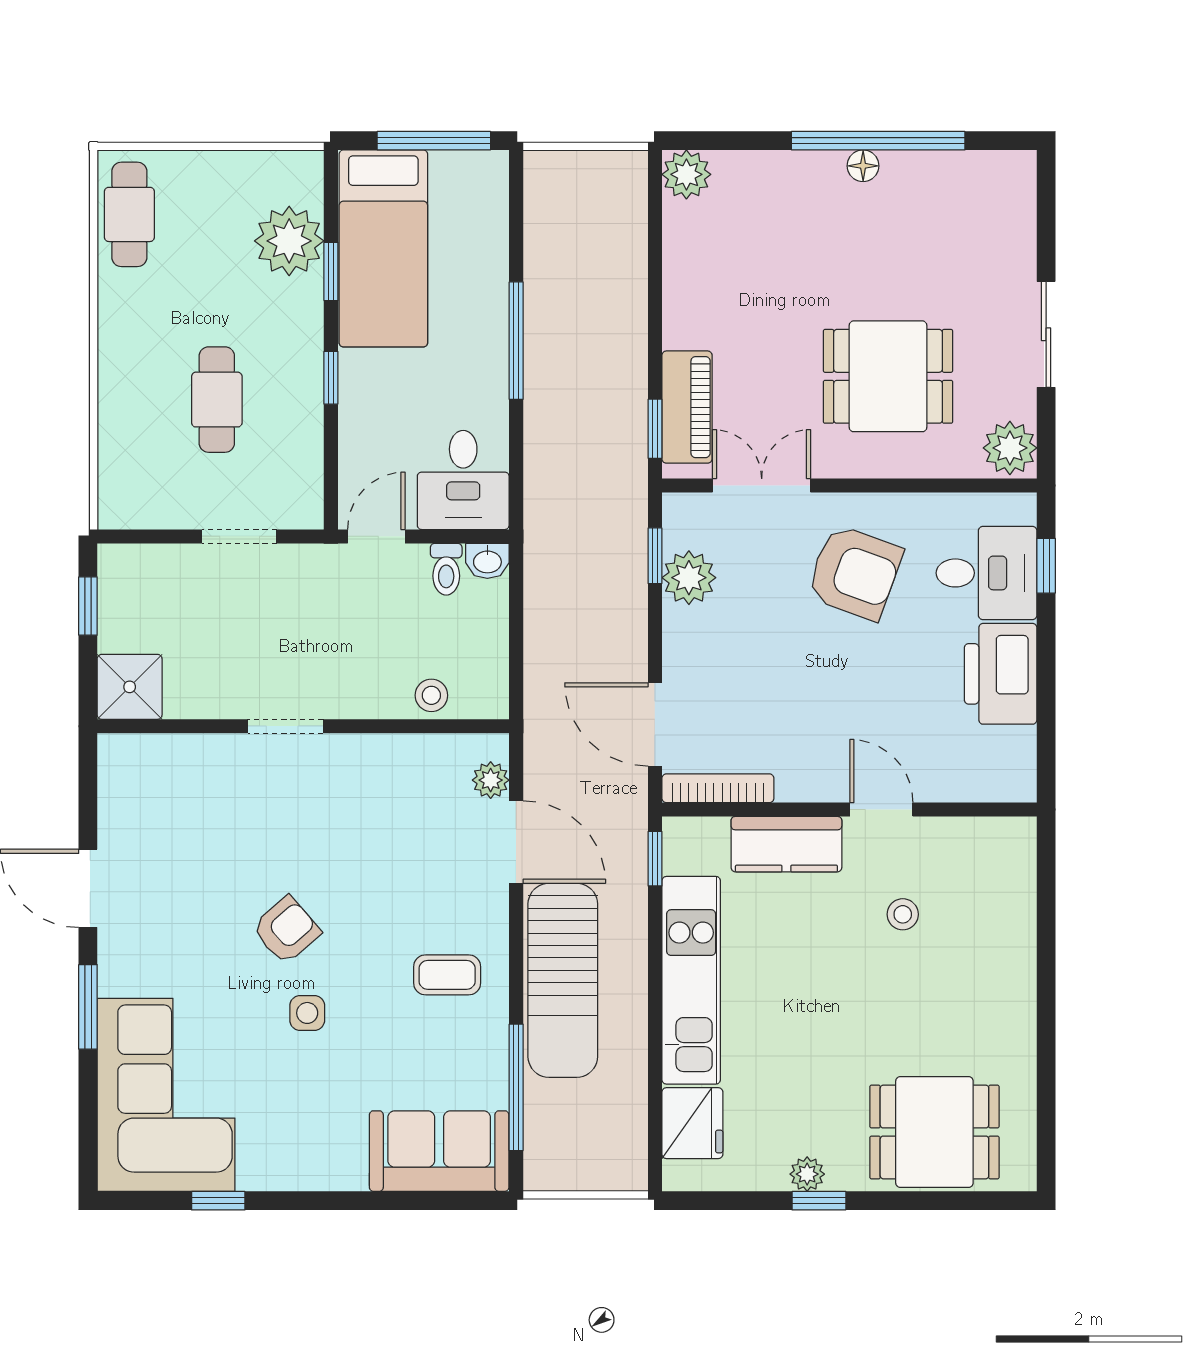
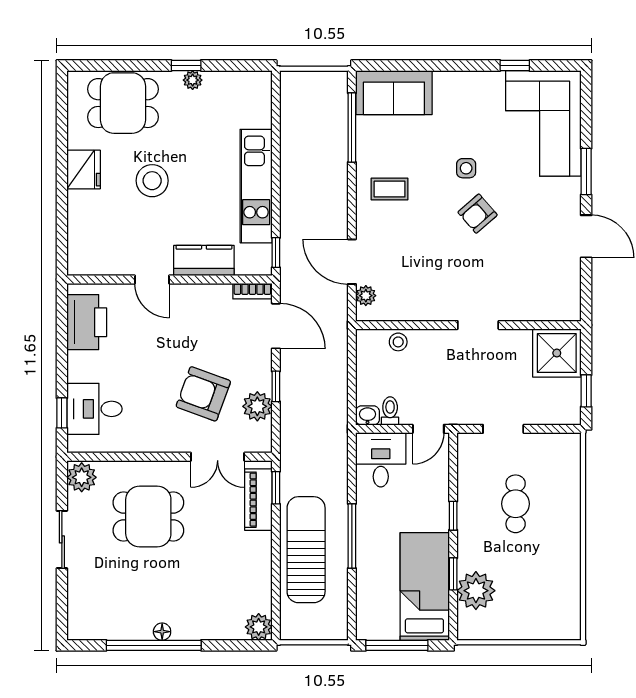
cafe table: (129, 214) -> (563, 605), removed
window: (655, 556) -> (276, 386), moved
armchair: (855, 572) -> (203, 394), moved
printer: (1001, 674) -> (87, 322), moved
shower: (130, 687) -> (557, 353), width x1.36, depth x1.36
bookcase: (718, 788) -> (252, 291), width x0.64
stool: (903, 914) -> (152, 181), moved, width x1.89, depth x1.89
sun lounger: (563, 980) -> (306, 550), moved
fridge: (692, 1123) -> (84, 170), moved, turned 180

